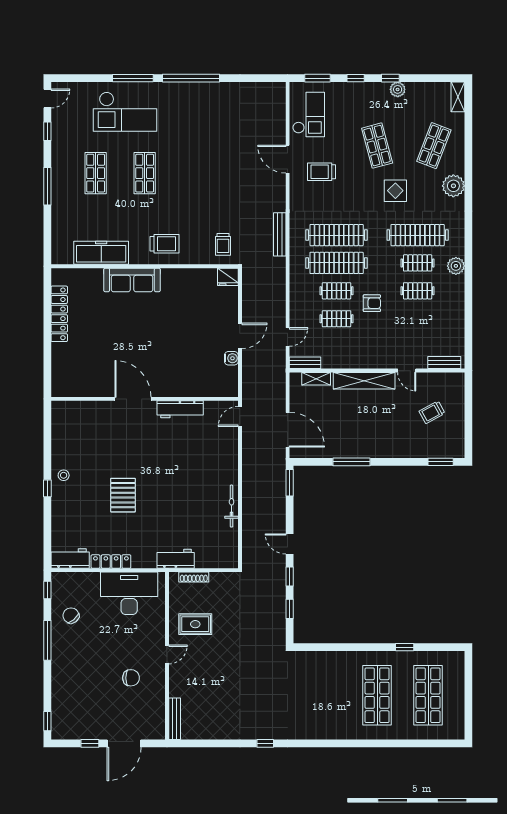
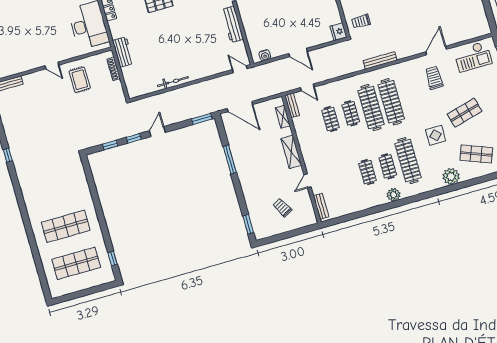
armchair: (372, 303) -> (349, 142), removed
water cooler: (231, 358) -> (265, 55), moved
shelving: (364, 381) -> (291, 152), width x0.68
door: (288, 430) -> (240, 107), hinge flipped
window: (405, 647) -> (113, 258), moved
chair: (131, 678) -> (27, 44), removed

